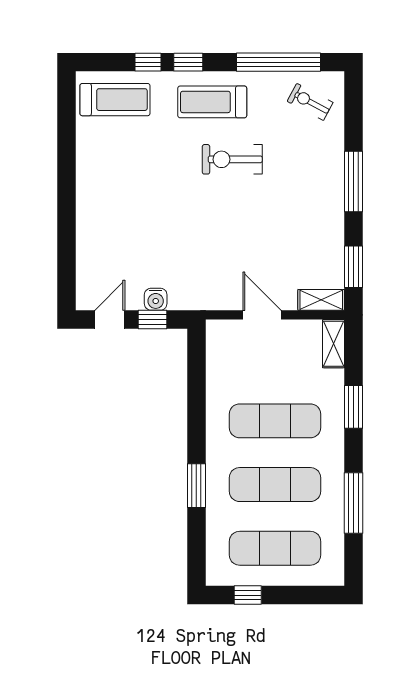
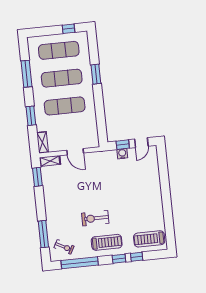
exercise bike: (232, 159) -> (95, 218), turned 180
window: (354, 182) -> (43, 234), moved

